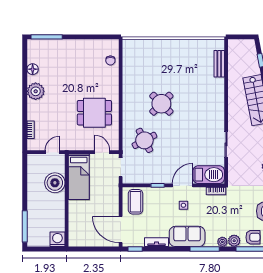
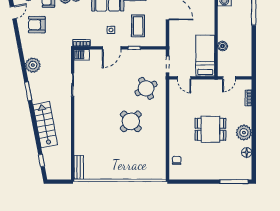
bench: (219, 64) -> (79, 168), moved
dining table: (94, 113) -> (210, 129), moved
barbecue: (209, 175) -> (82, 55), width x0.53, depth x0.65
boiler: (55, 183) -> (222, 46), width x0.54, depth x0.54
coffee table: (136, 202) -> (138, 26), moved

